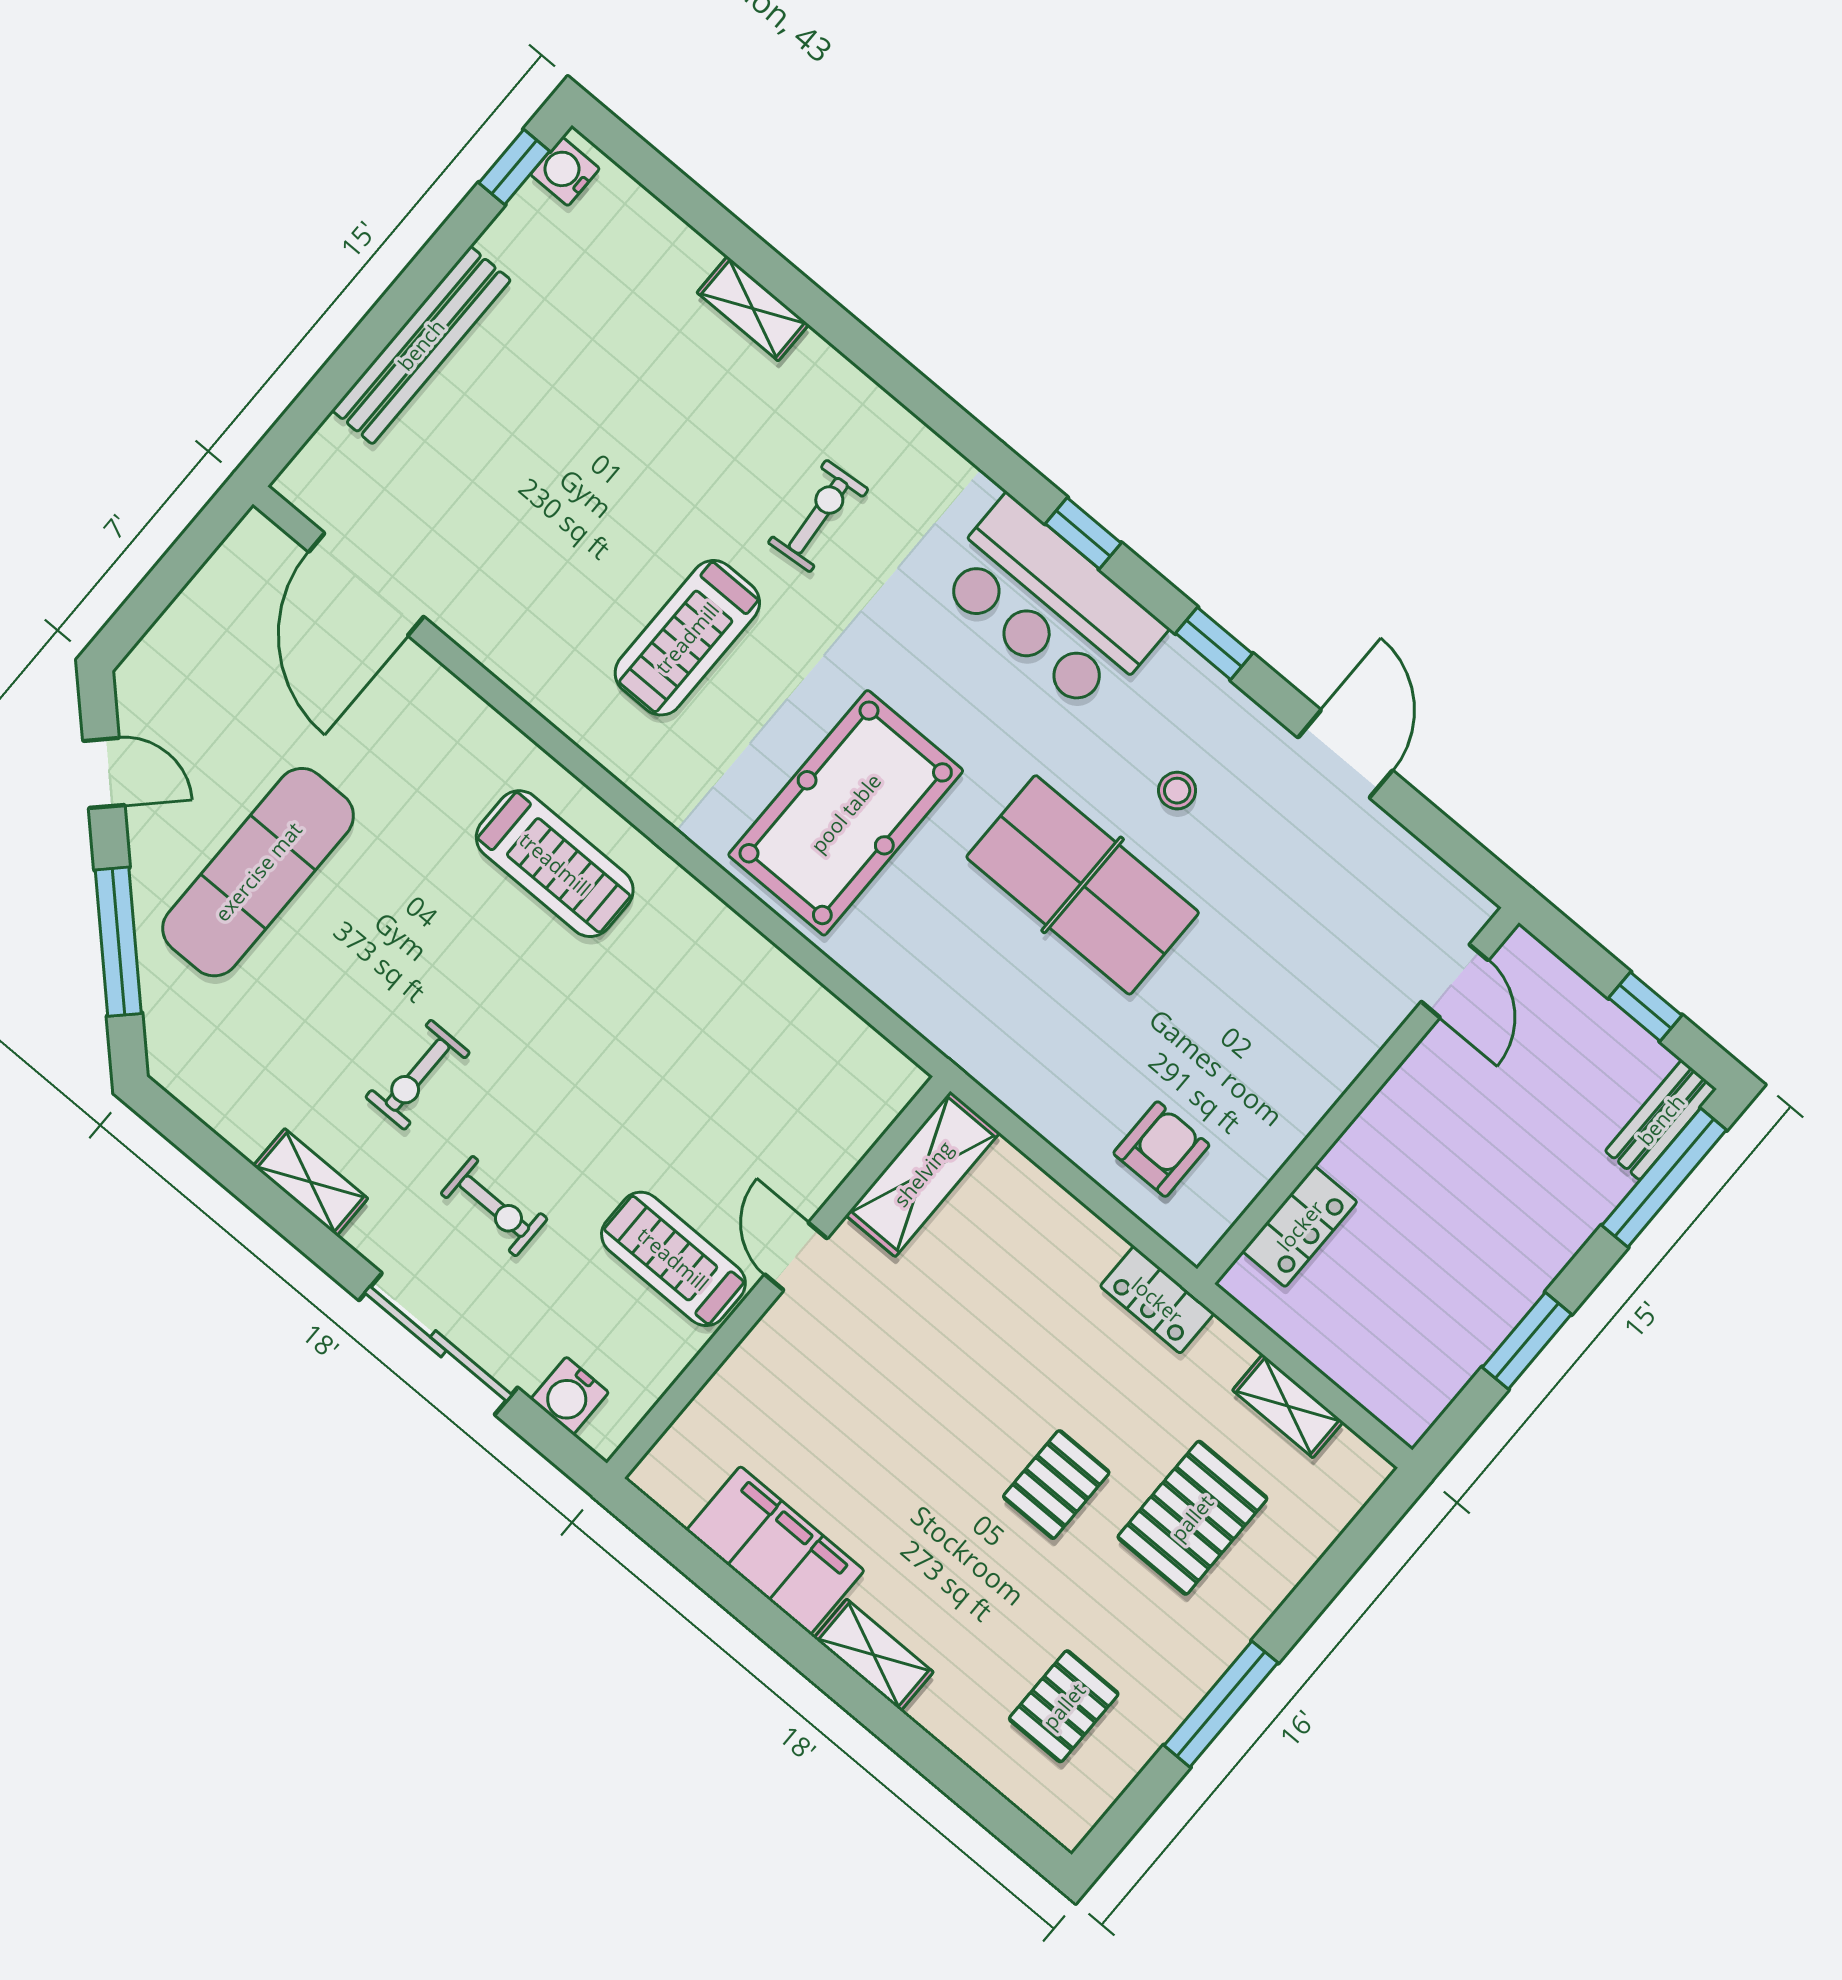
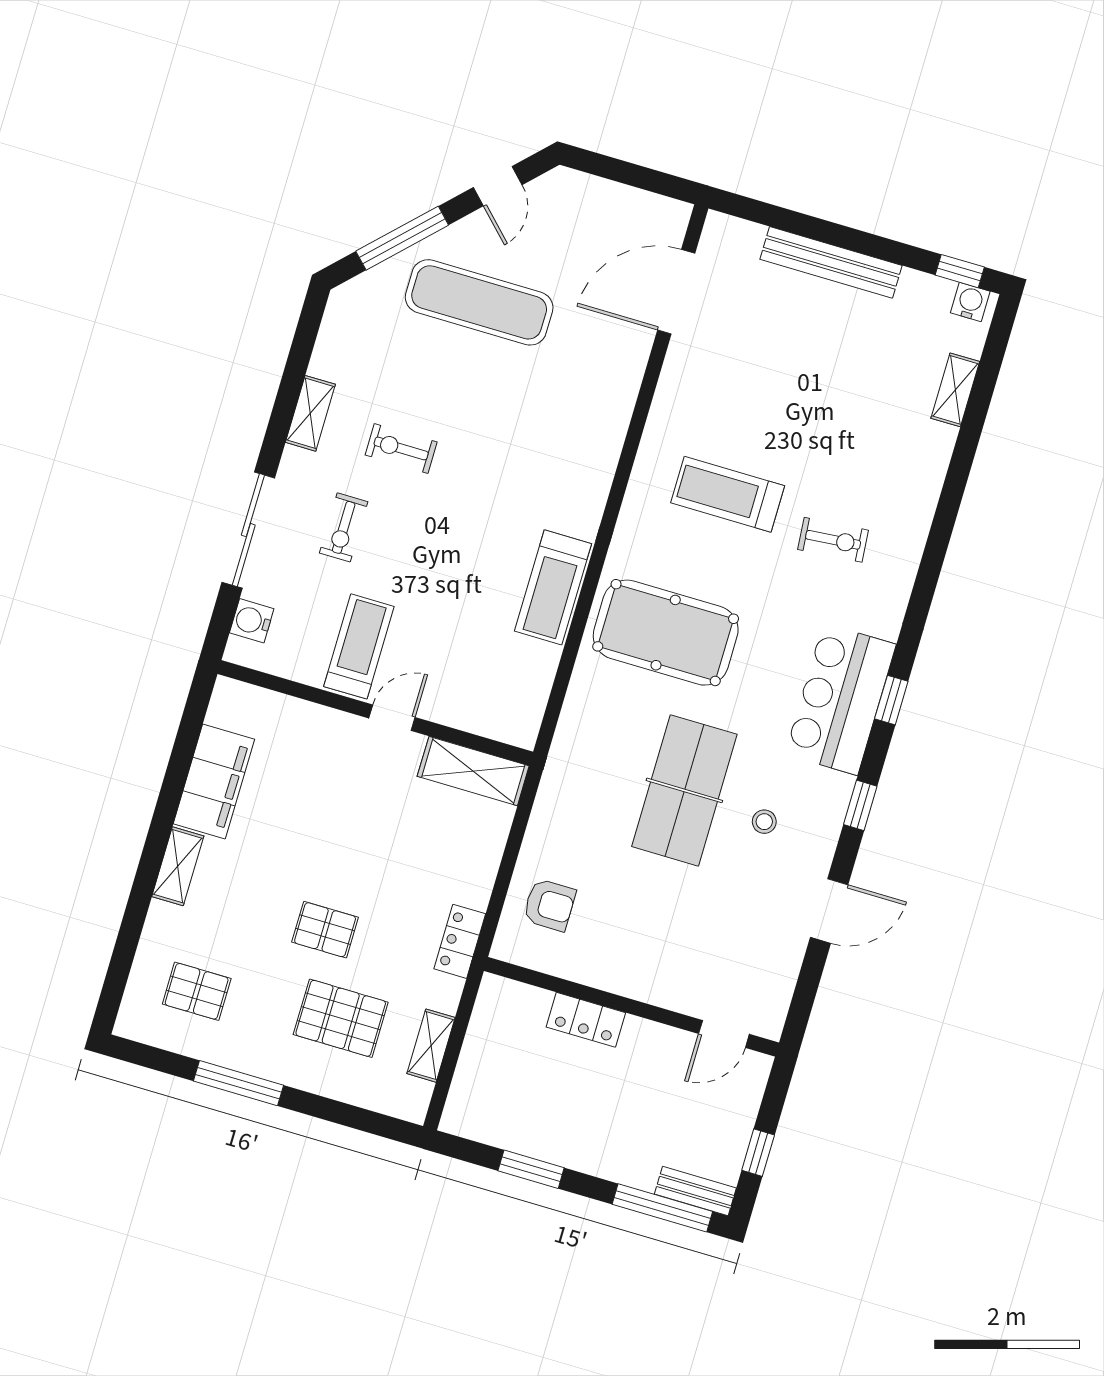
shelving: (753, 309) -> (955, 390), moved
treadmill: (555, 864) -> (553, 587), moved
locker: (1300, 1226) -> (586, 1020), moved

